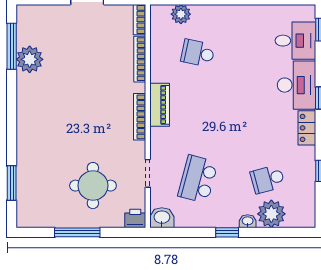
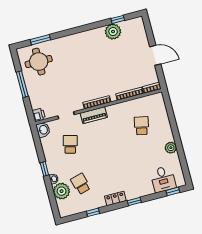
plant: (181, 14) -> (171, 148), moved
window: (12, 46) -> (118, 19), width x0.46
desk: (297, 85) -> (138, 186), removed
piano: (160, 105) -> (94, 115), moved
school desk: (198, 179) -> (70, 144), width x0.54
round table: (93, 186) -> (39, 62), moved

